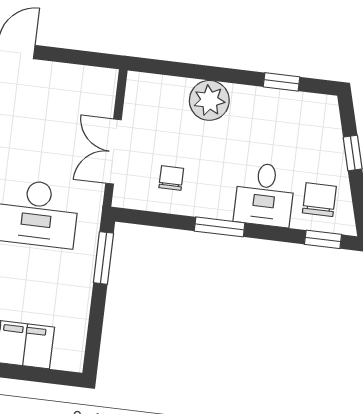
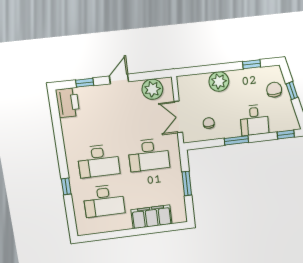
plant: (75, 85) -> (152, 89), added
chair: (319, 200) -> (274, 90), moved
window: (103, 258) -> (187, 184), moved

